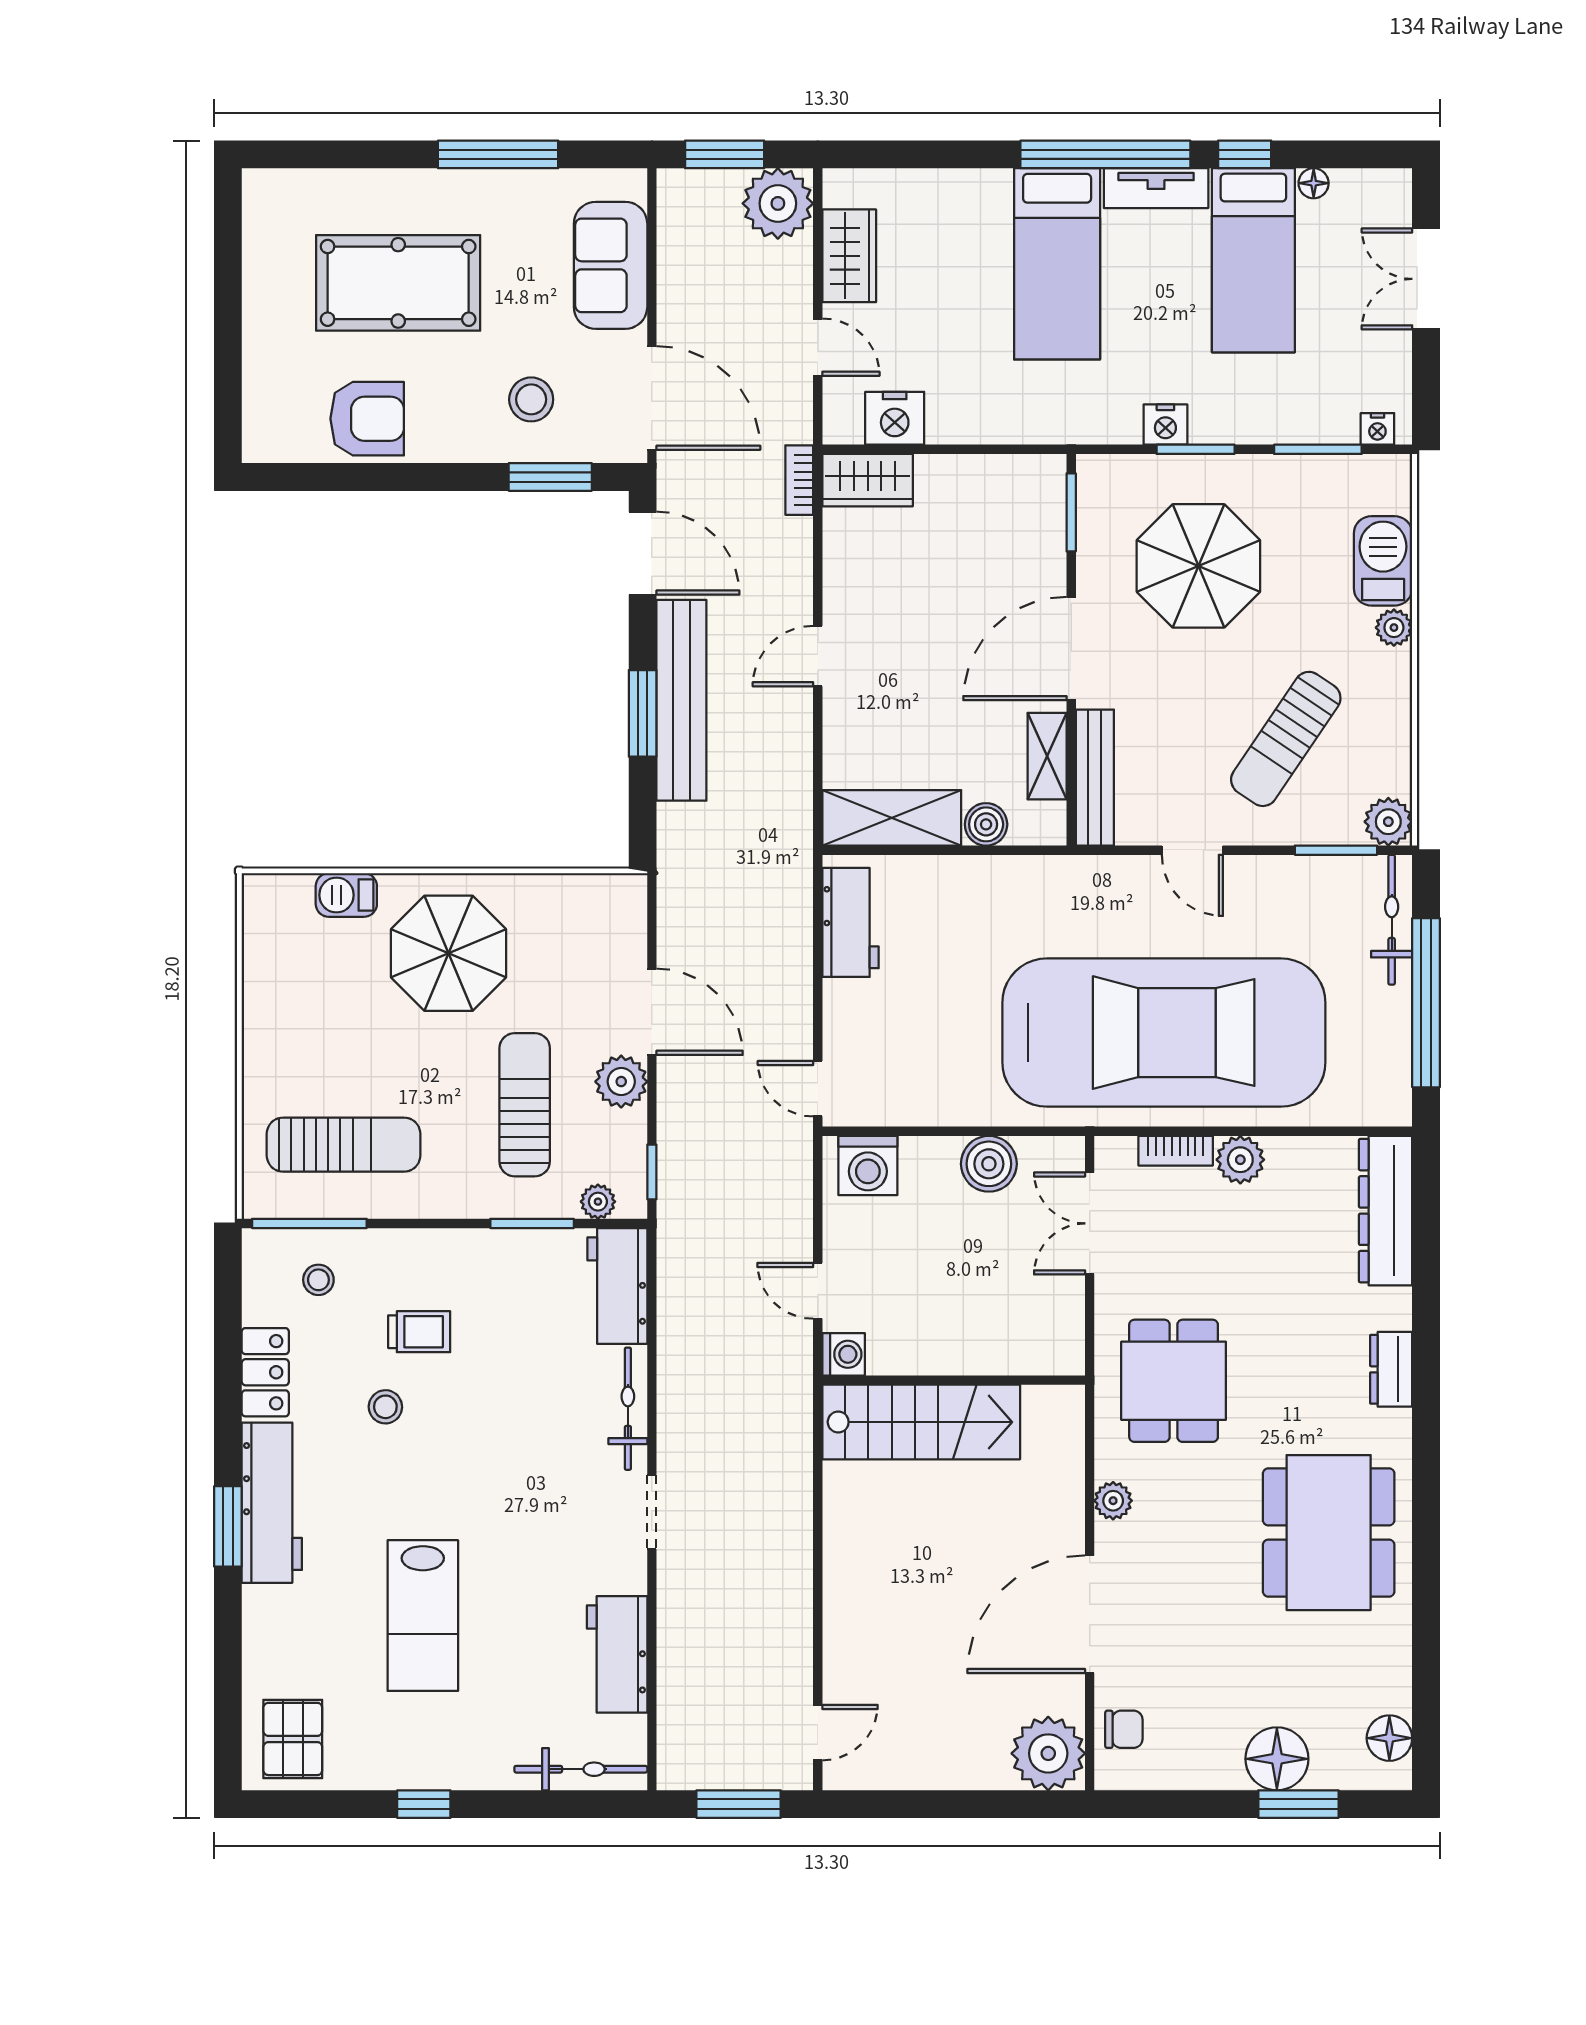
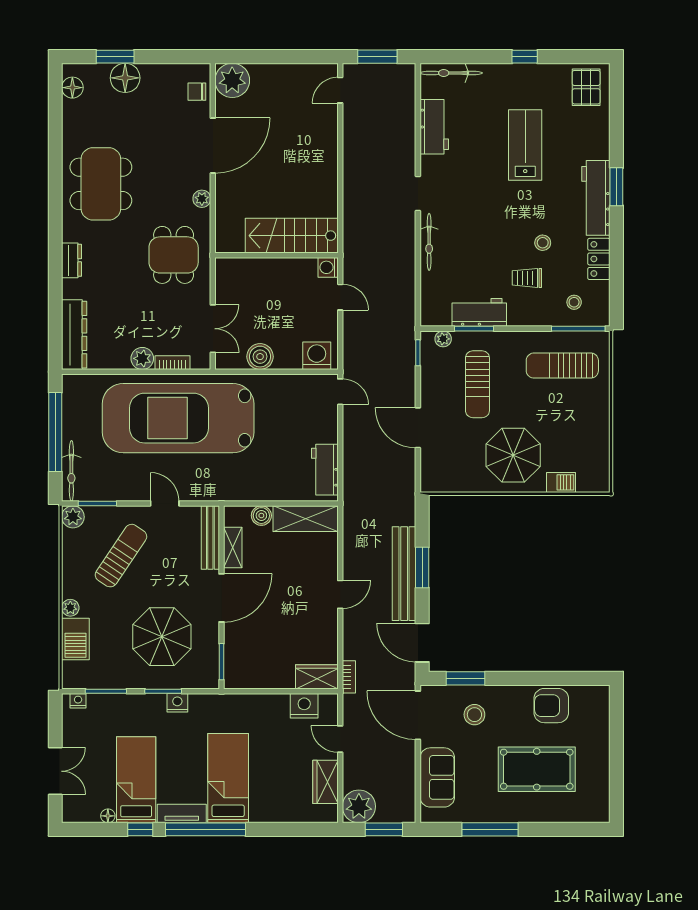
plant: (621, 1082) -> (432, 395), removed
workbench: (617, 1286) -> (479, 312), moved, turned -90

